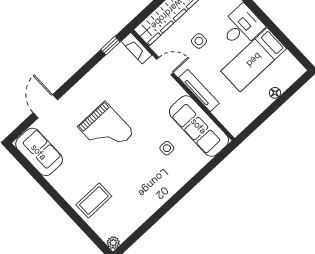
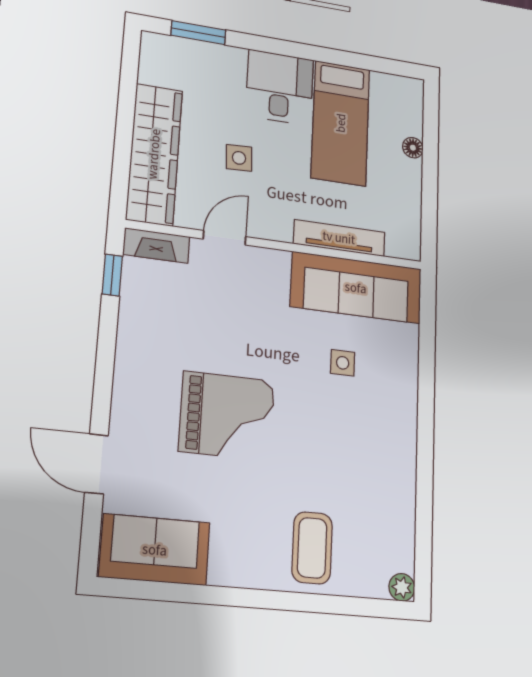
tv unit: (199, 91) -> (339, 238), moved

